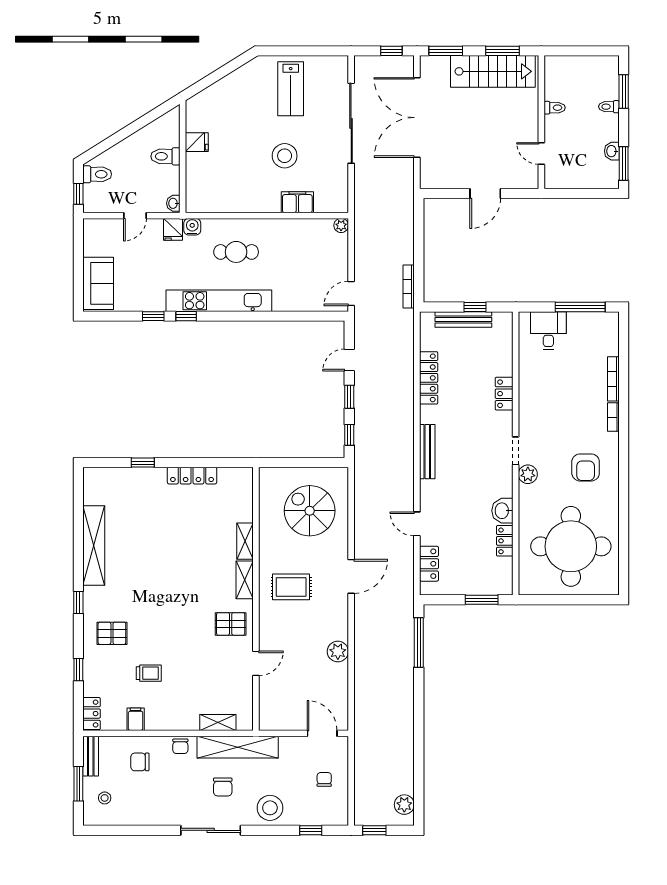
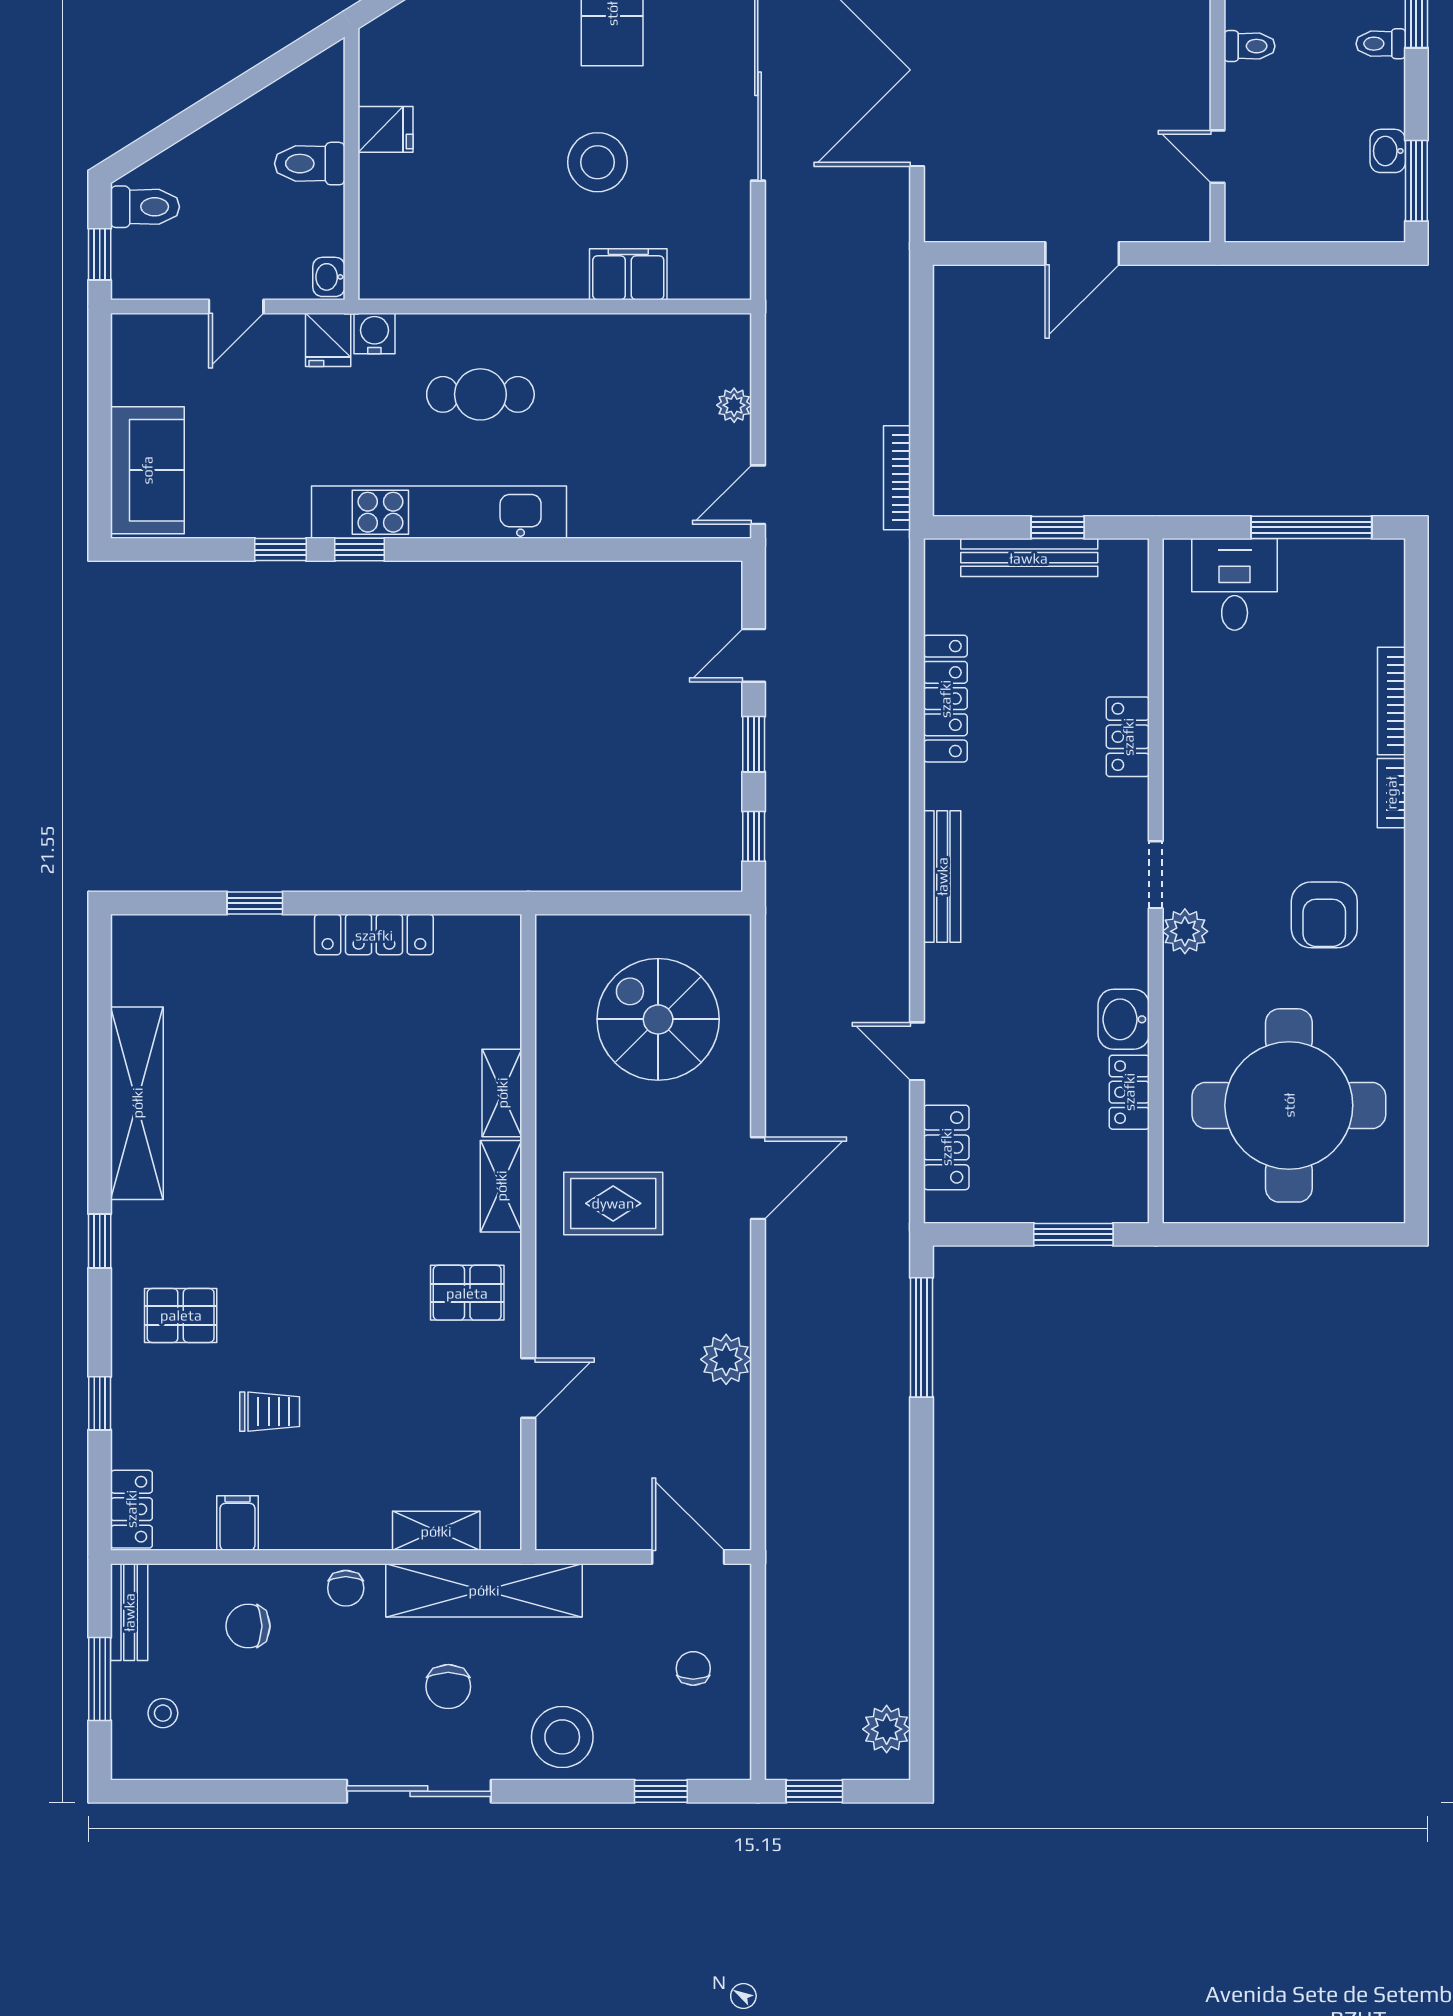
plant: (341, 225) -> (734, 405), moved

